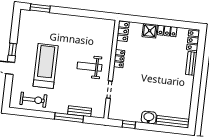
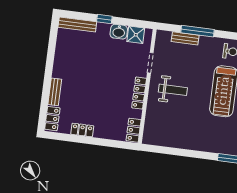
shower: (150, 31) -> (136, 35), moved
locker: (119, 59) -> (139, 93), width x1.53
washbasin: (149, 118) -> (119, 32), moved
window: (129, 124) -> (104, 19), moved

